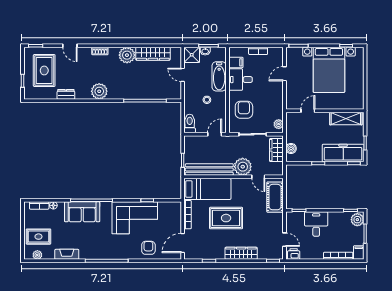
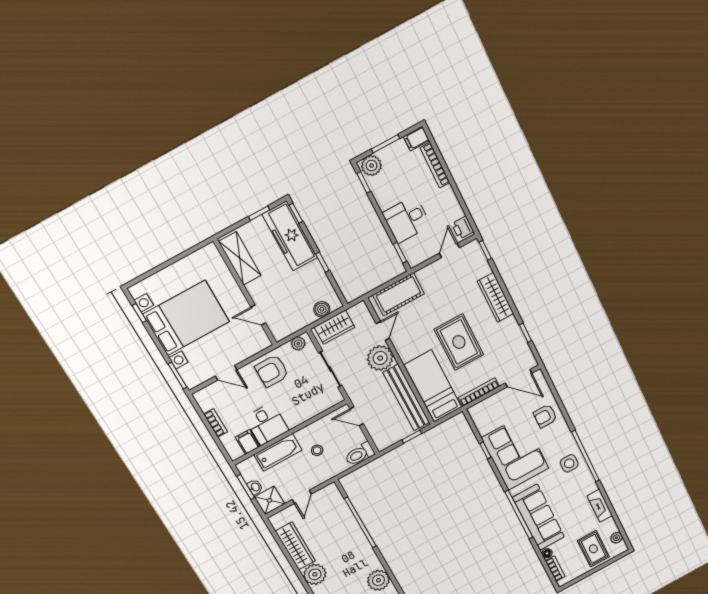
armchair: (244, 110) -> (272, 371), moved
sofa: (82, 212) -> (538, 517), width x1.36
side table: (108, 248) -> (569, 463), added

